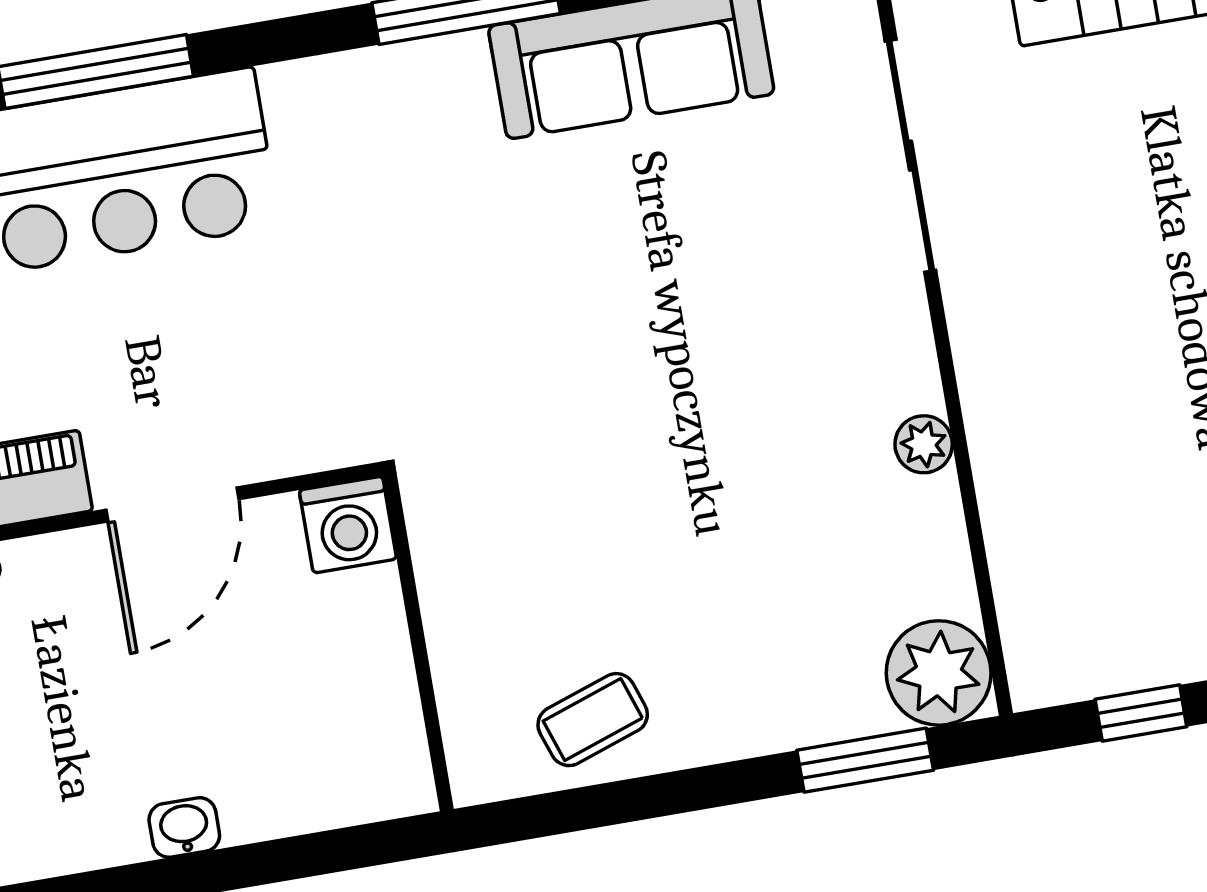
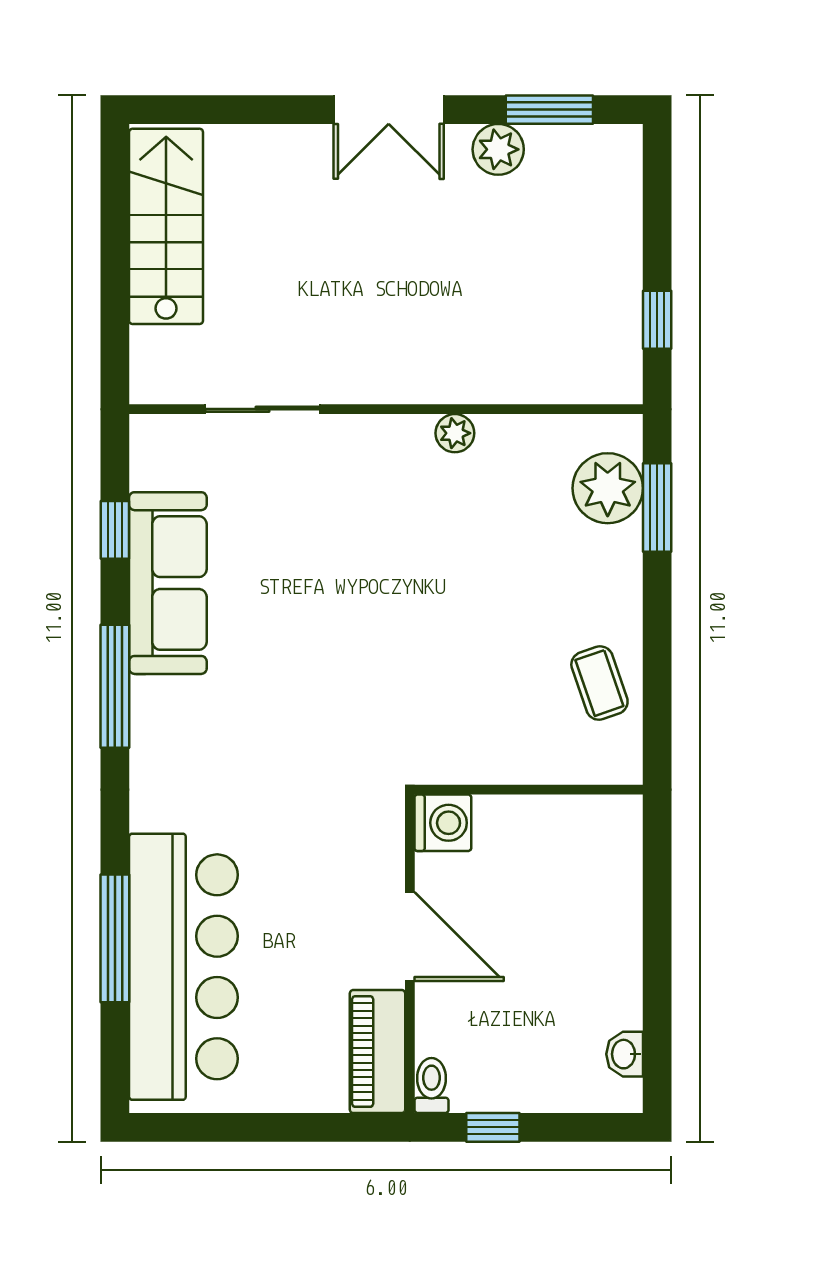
sliding door: (910, 156) -> (263, 409), width x0.73
plant: (939, 673) -> (608, 488), moved
washbasin: (184, 827) -> (625, 1054), moved

